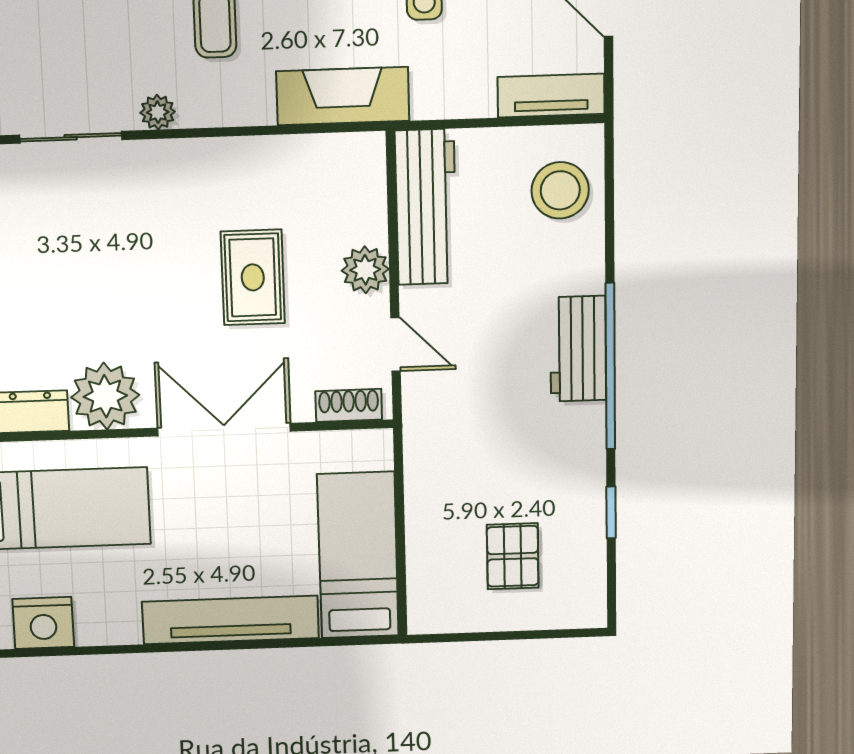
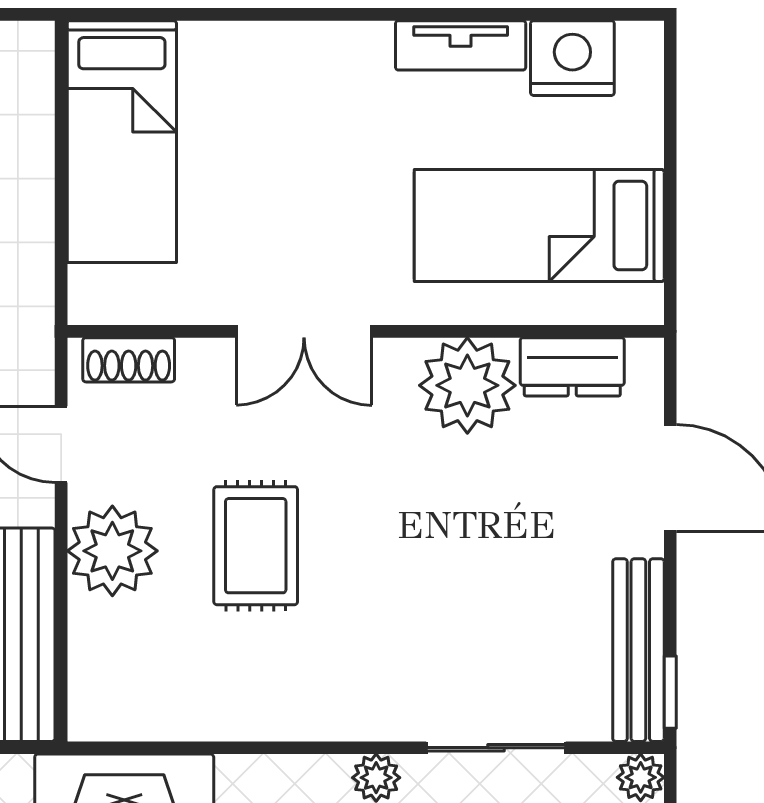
plant: (365, 270) -> (112, 551), width x1.36, depth x1.36
double door: (224, 430) -> (304, 331), width x0.73
tv unit: (230, 620) -> (461, 45), moved, width x0.52, depth x0.78

